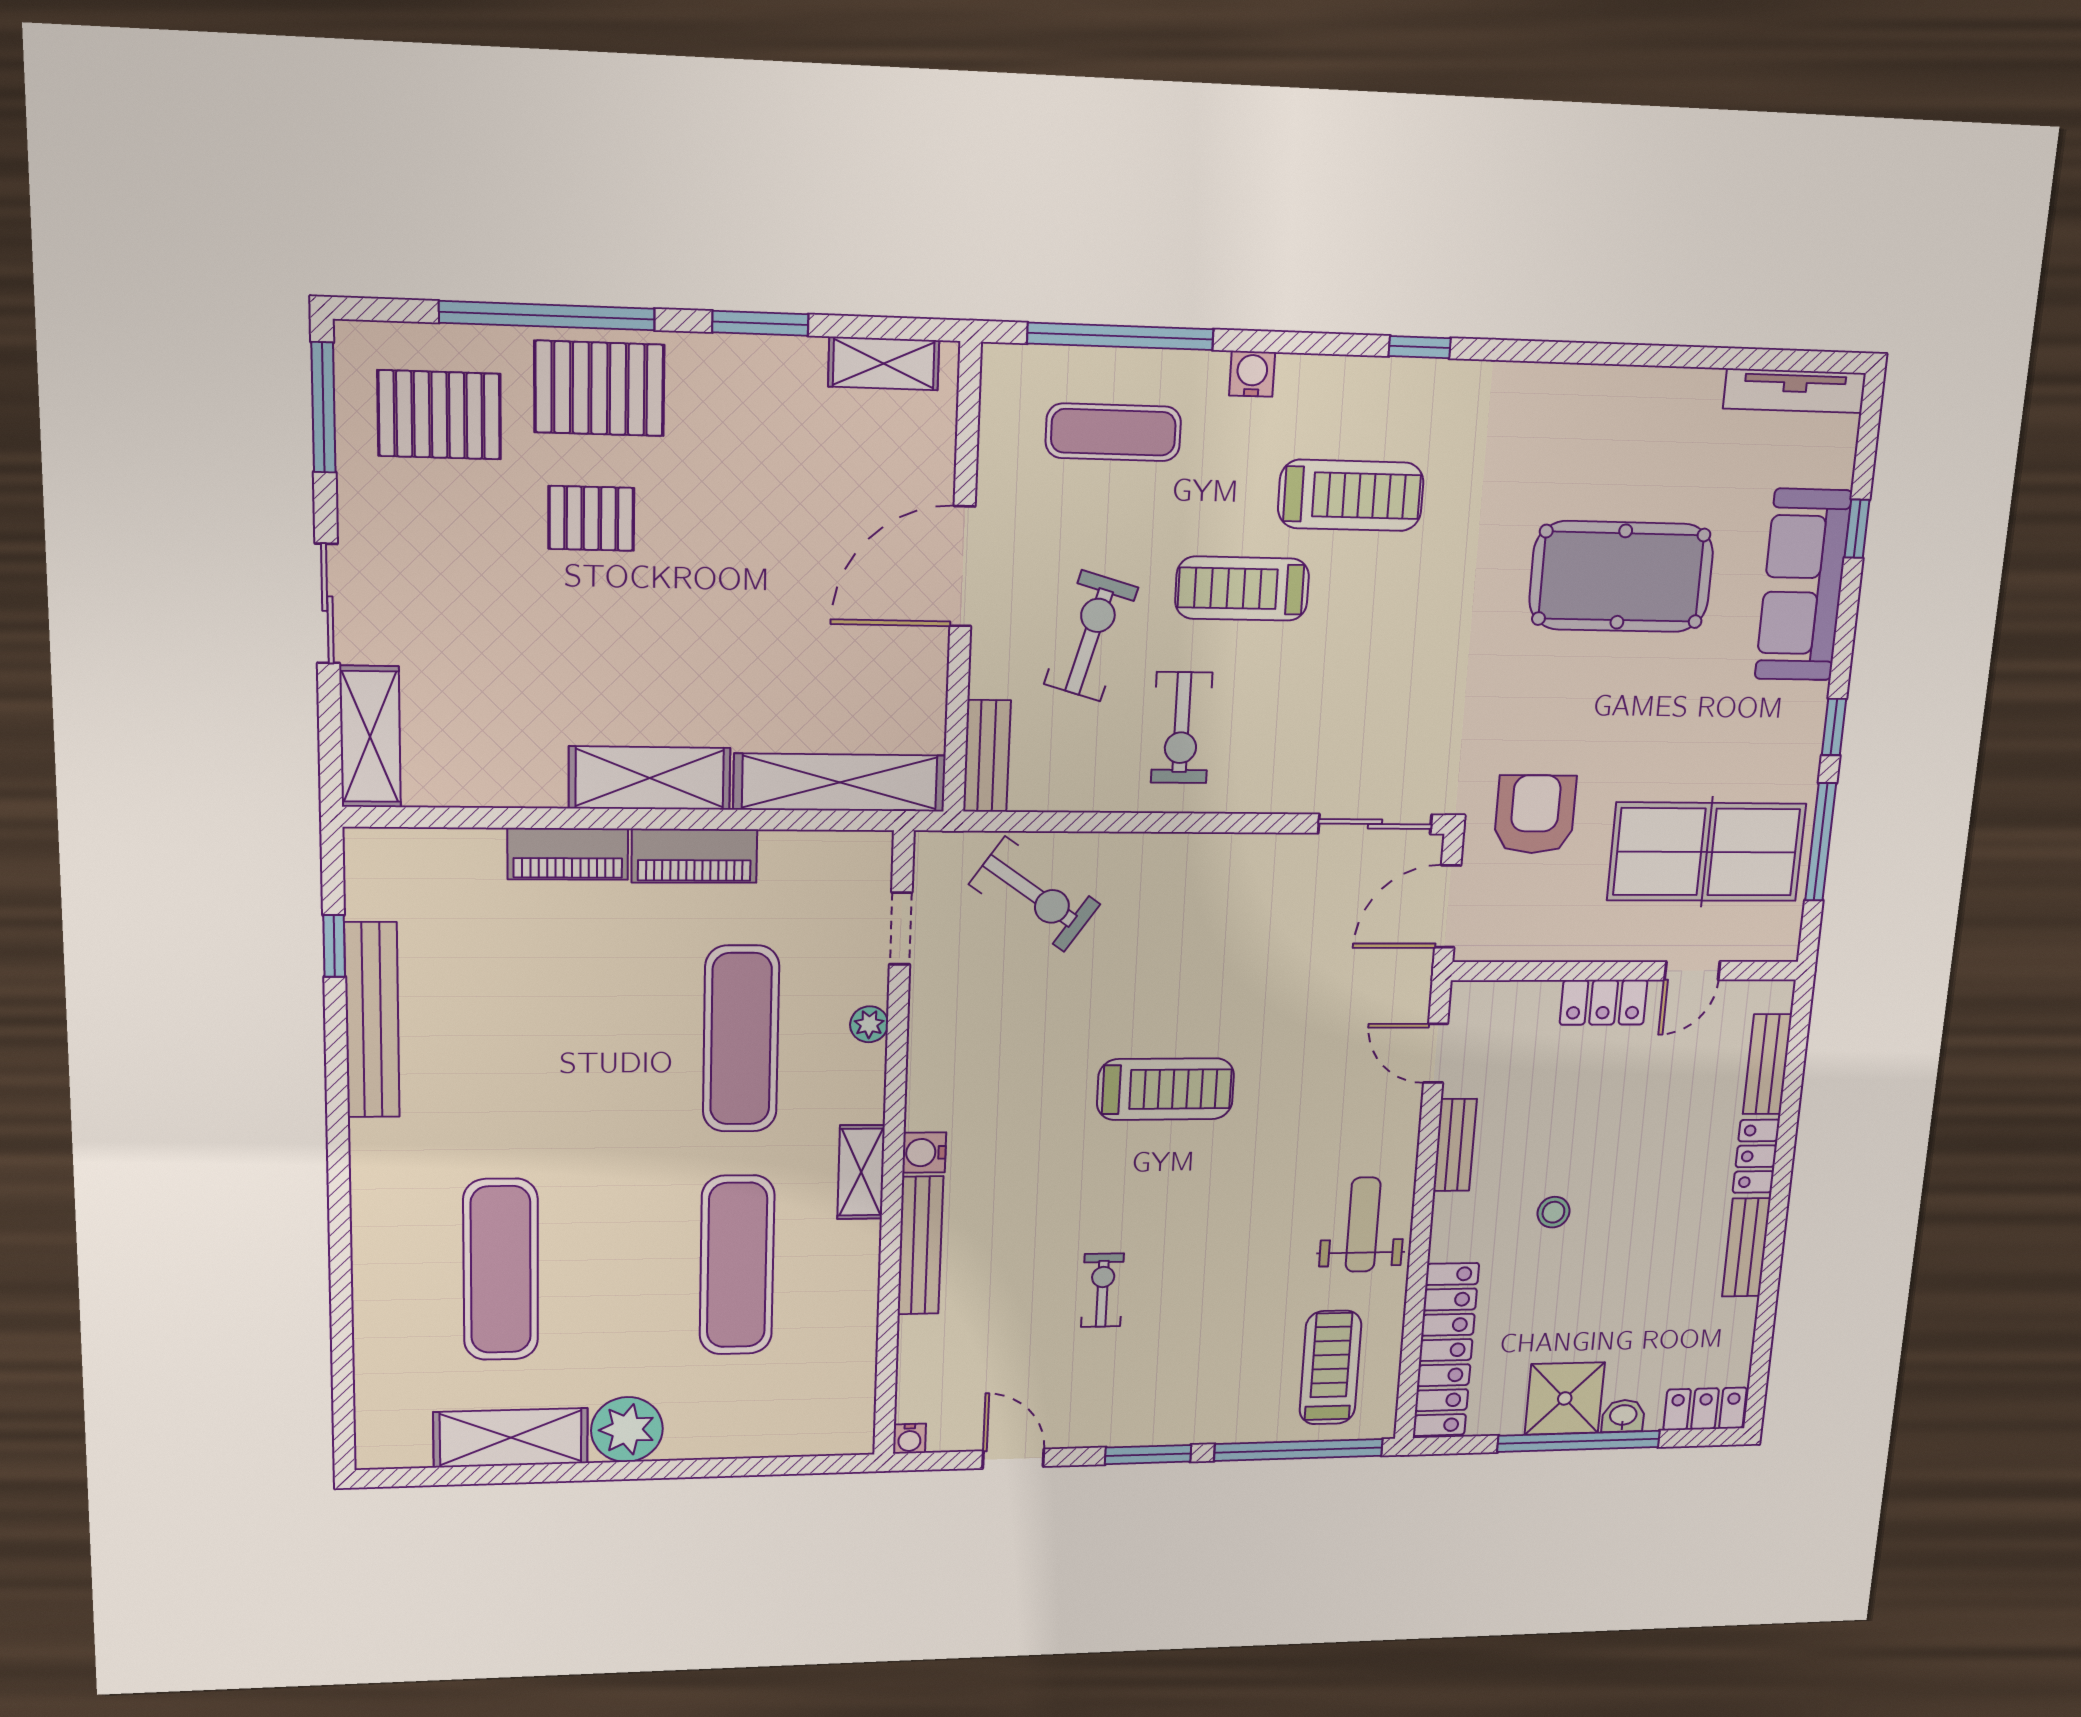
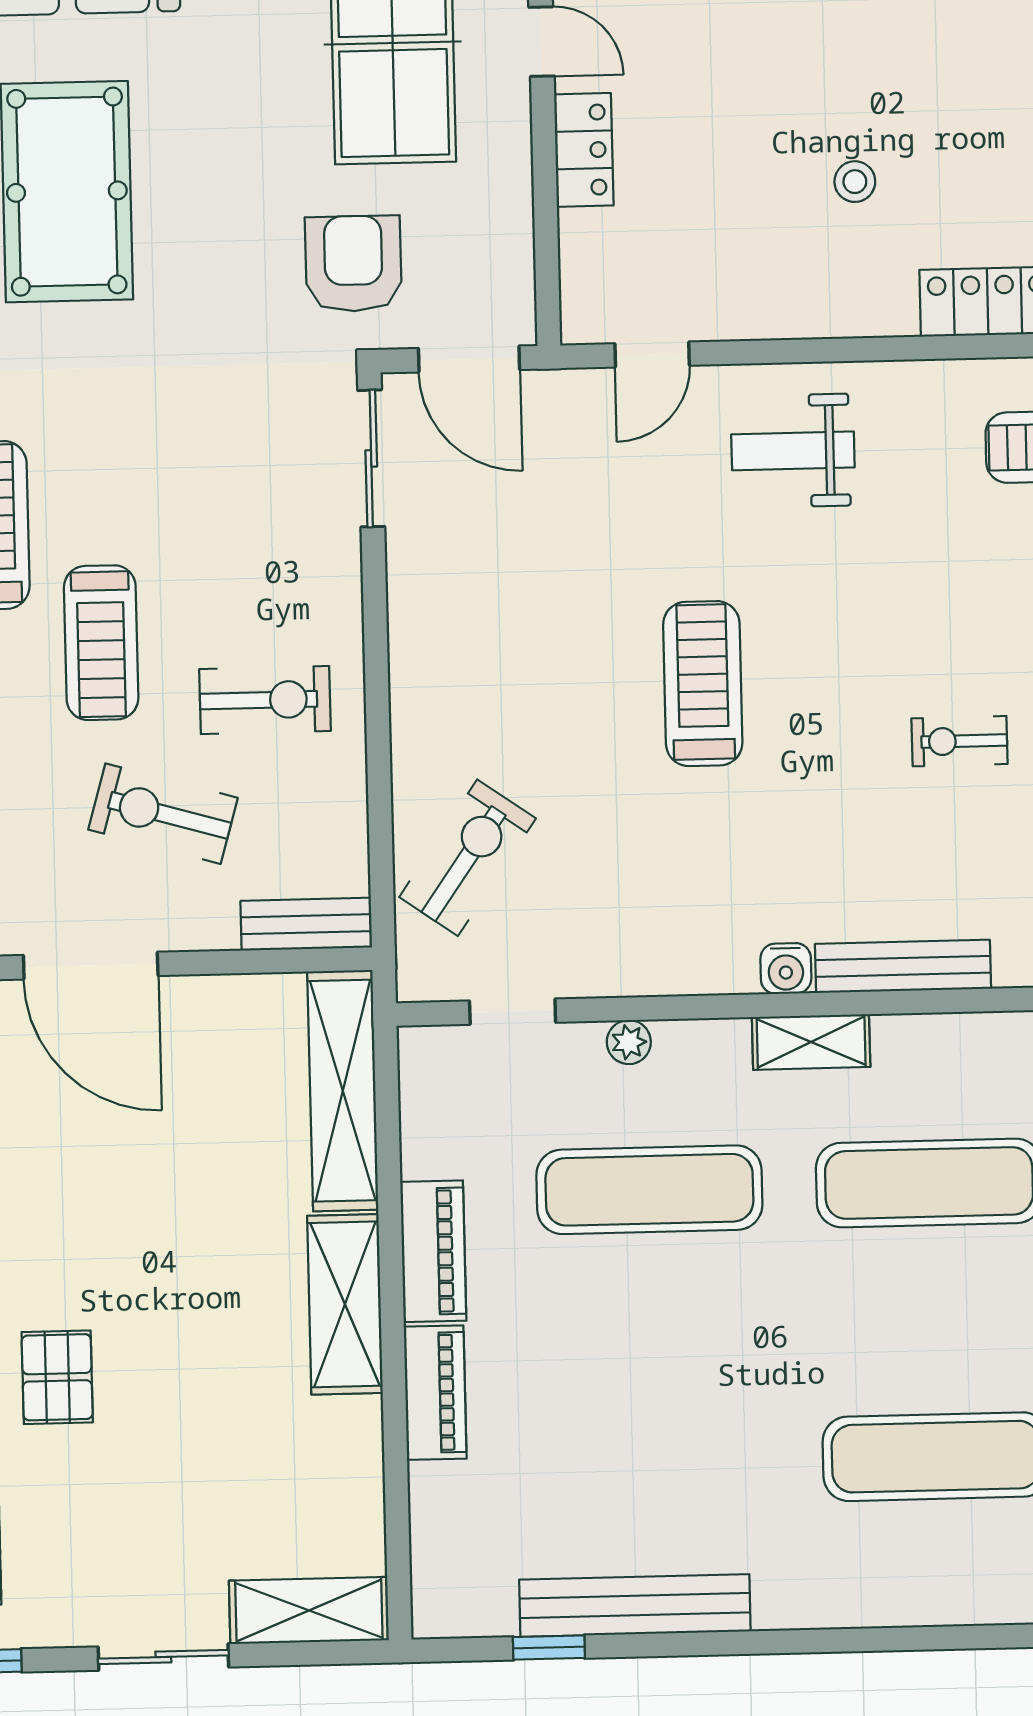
armchair: (1535, 814) -> (353, 264), turned 90
bench: (1455, 1145) -> (769, 318), removed
weight bench: (1363, 1225) -> (793, 451), moved

